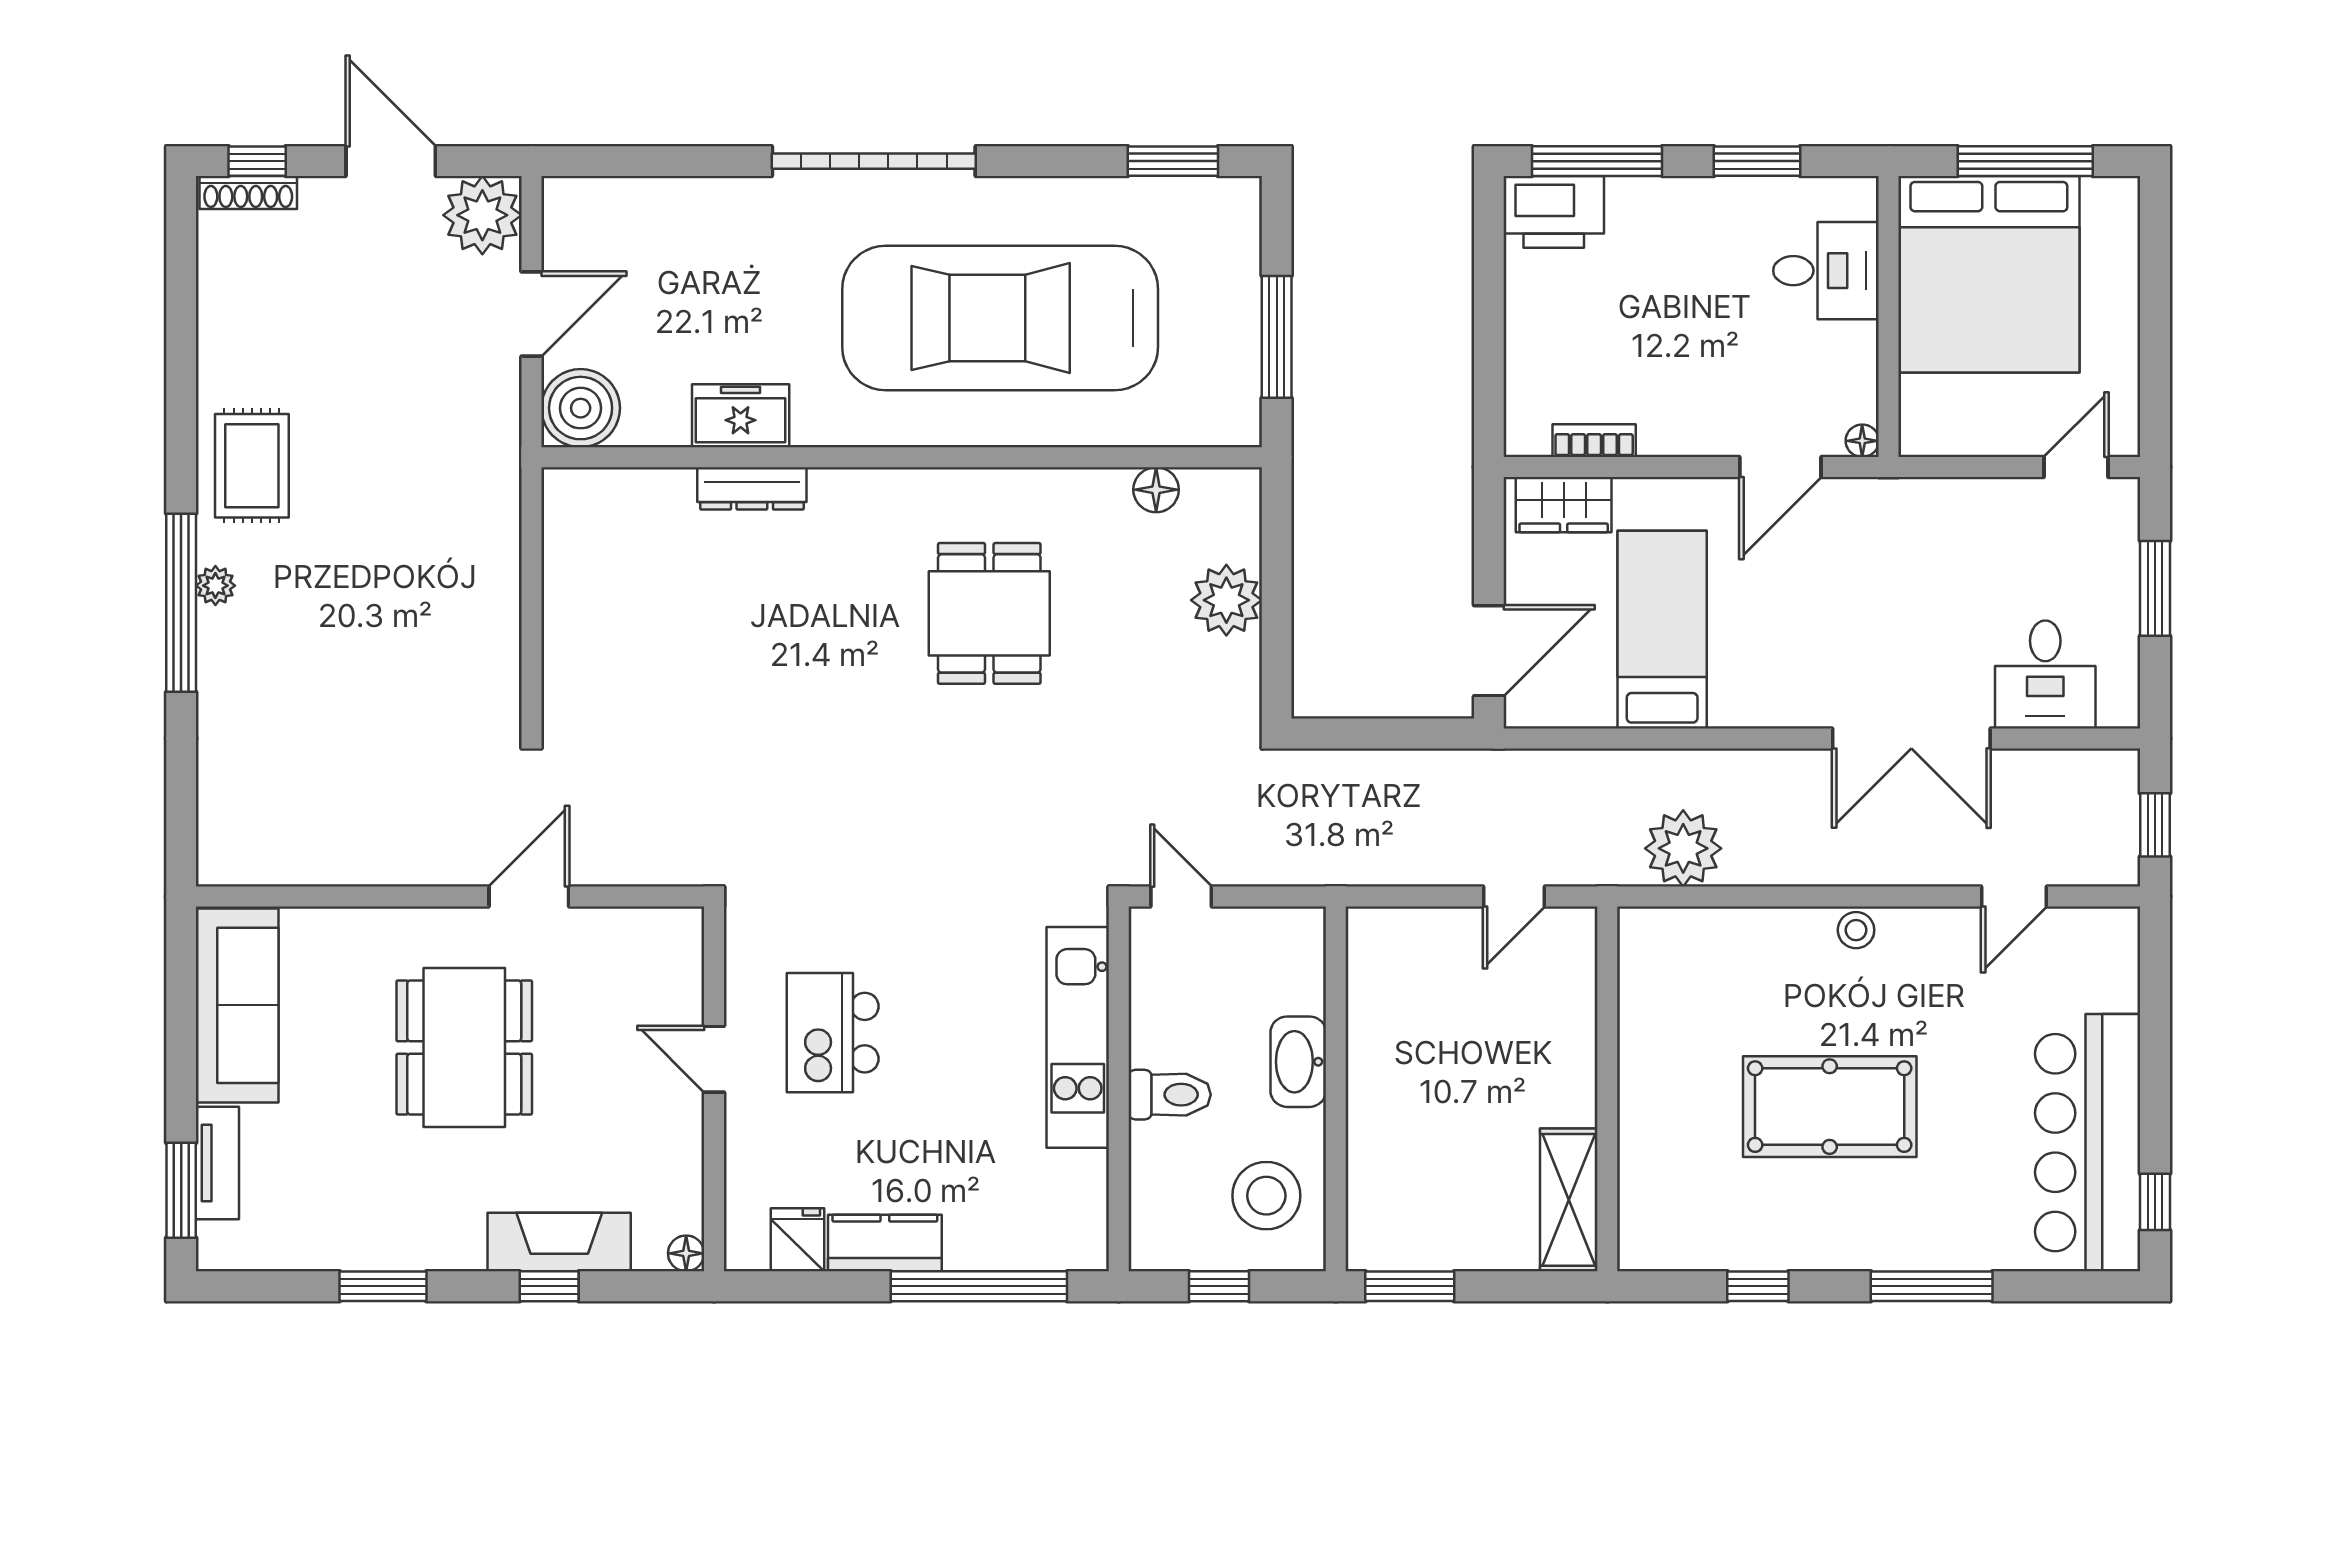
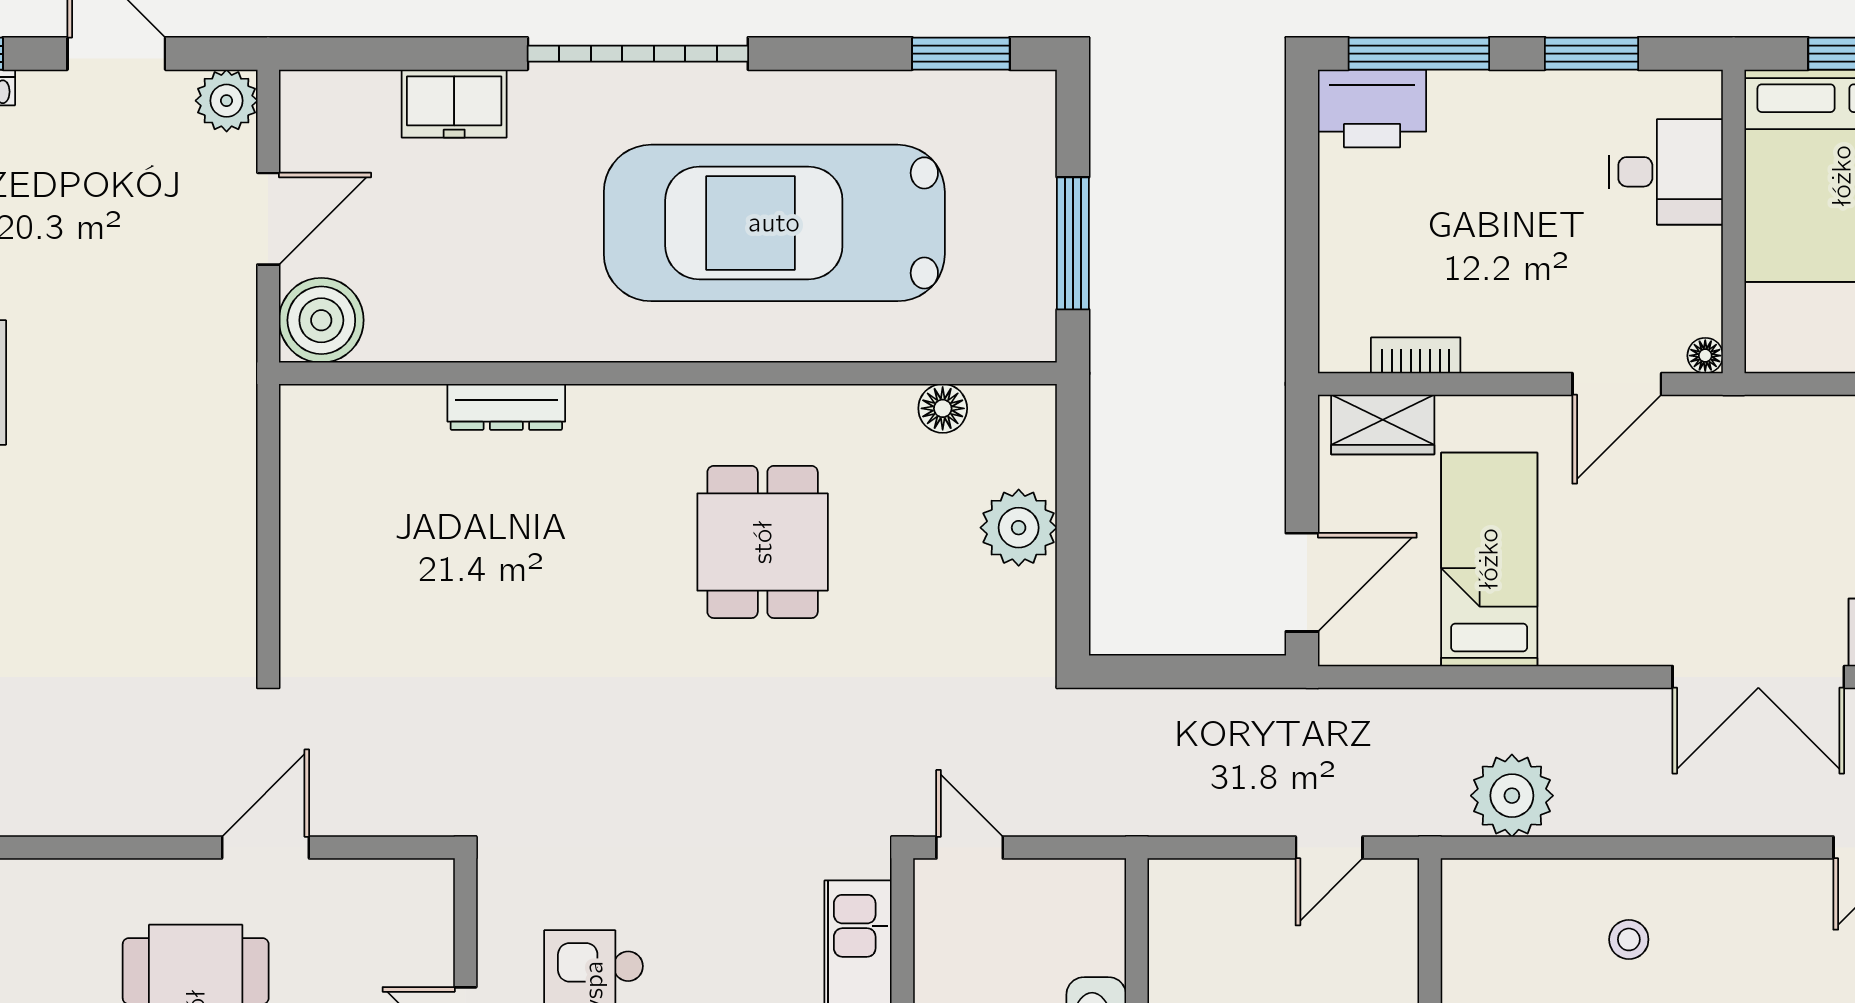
plant: (482, 215) -> (227, 101), width x0.73, depth x0.73
freezer: (741, 416) -> (454, 104), moved, turned 180
stool: (1856, 930) -> (1629, 939), moved

